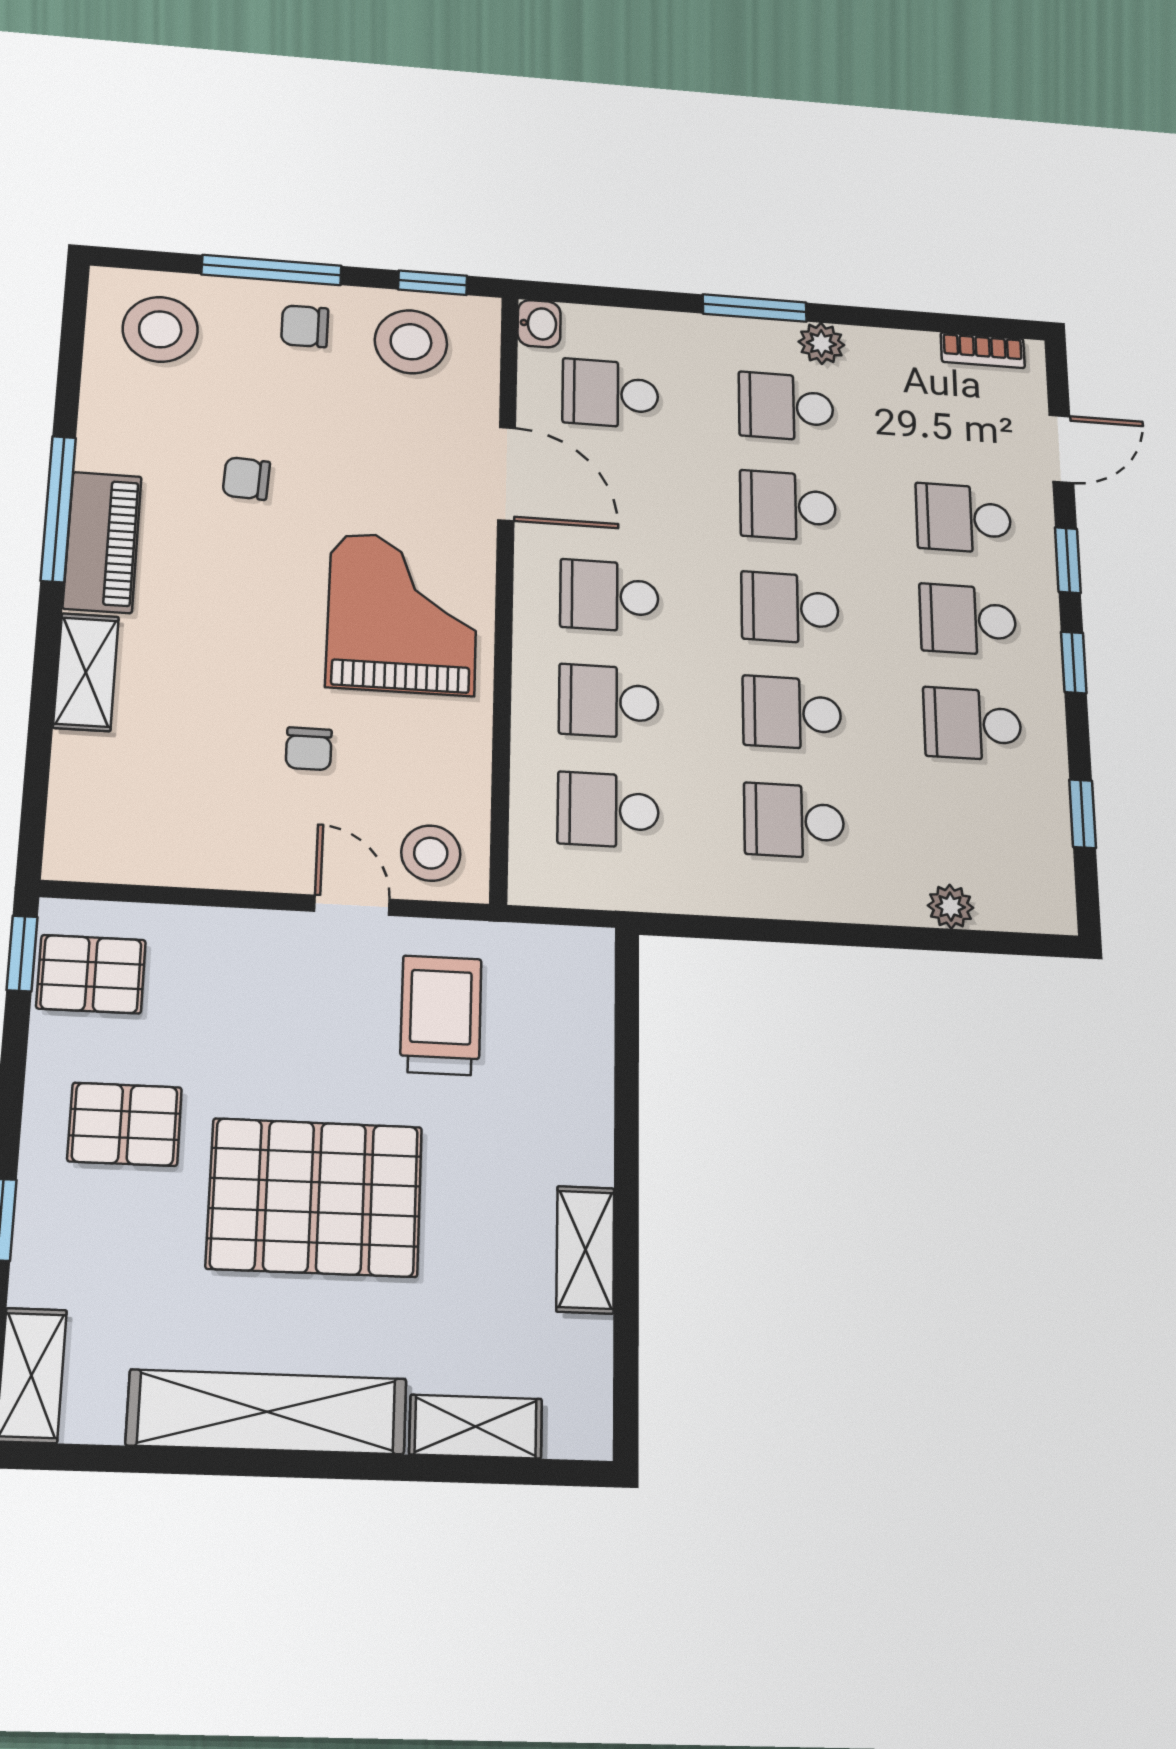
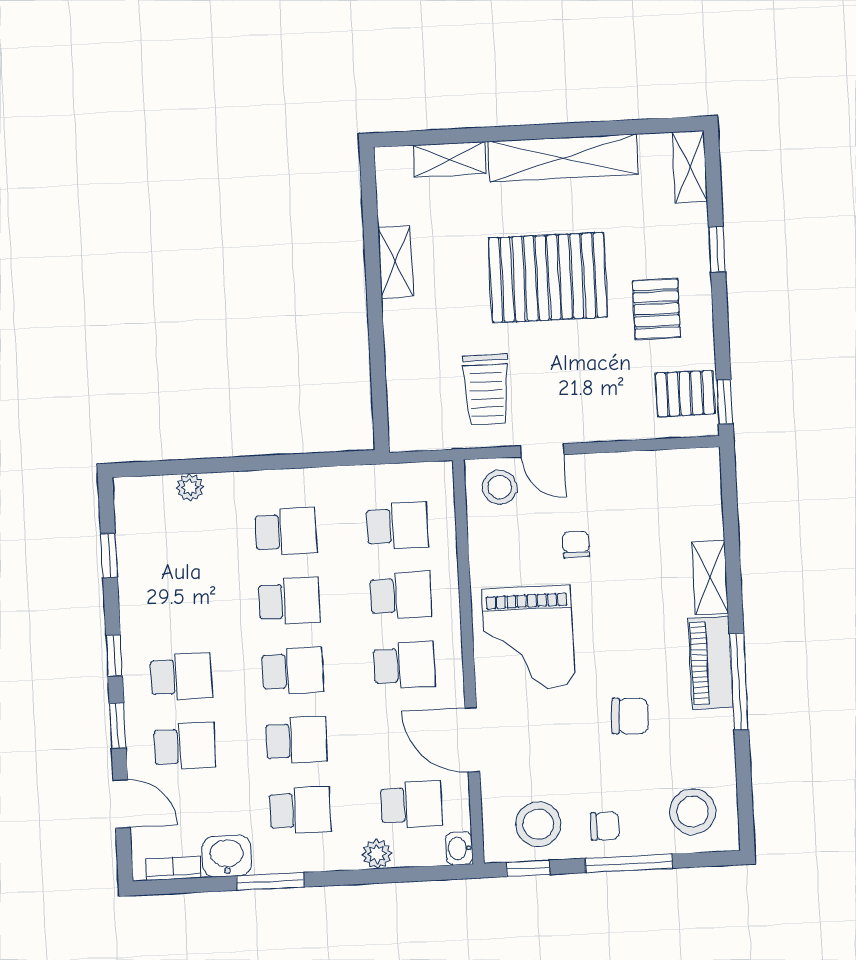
window: (755, 308) -> (270, 881), moved
plant: (821, 343) -> (377, 854), moved
washbasin: (901, 357) -> (227, 856), added
door: (1061, 449) -> (122, 804), swing flipped
chair: (246, 479) -> (630, 716), width x1.37, depth x1.37
school desk: (972, 724) -> (178, 607), removed
pallet: (125, 1124) -> (656, 309), turned 90

